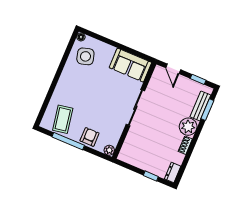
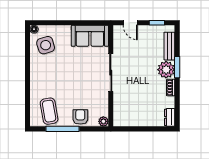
window: (207, 110) -> (177, 67), moved
window: (151, 176) -> (151, 129), removed

